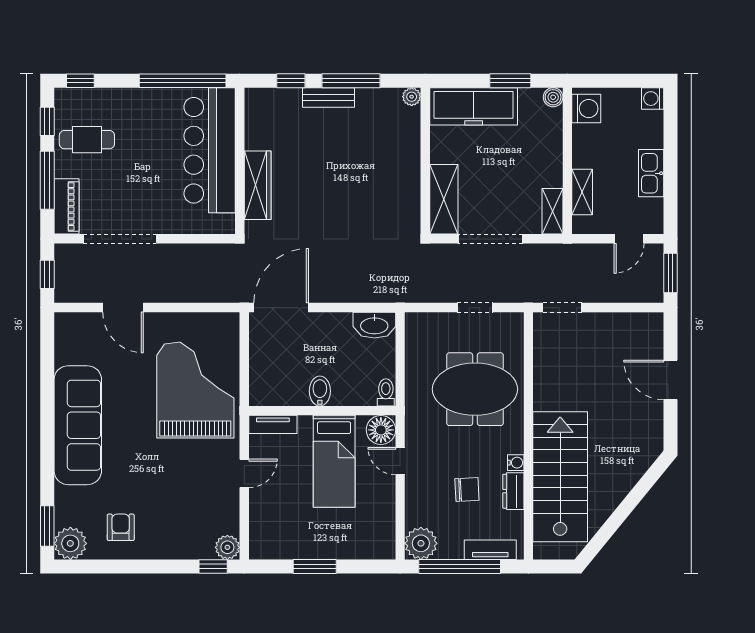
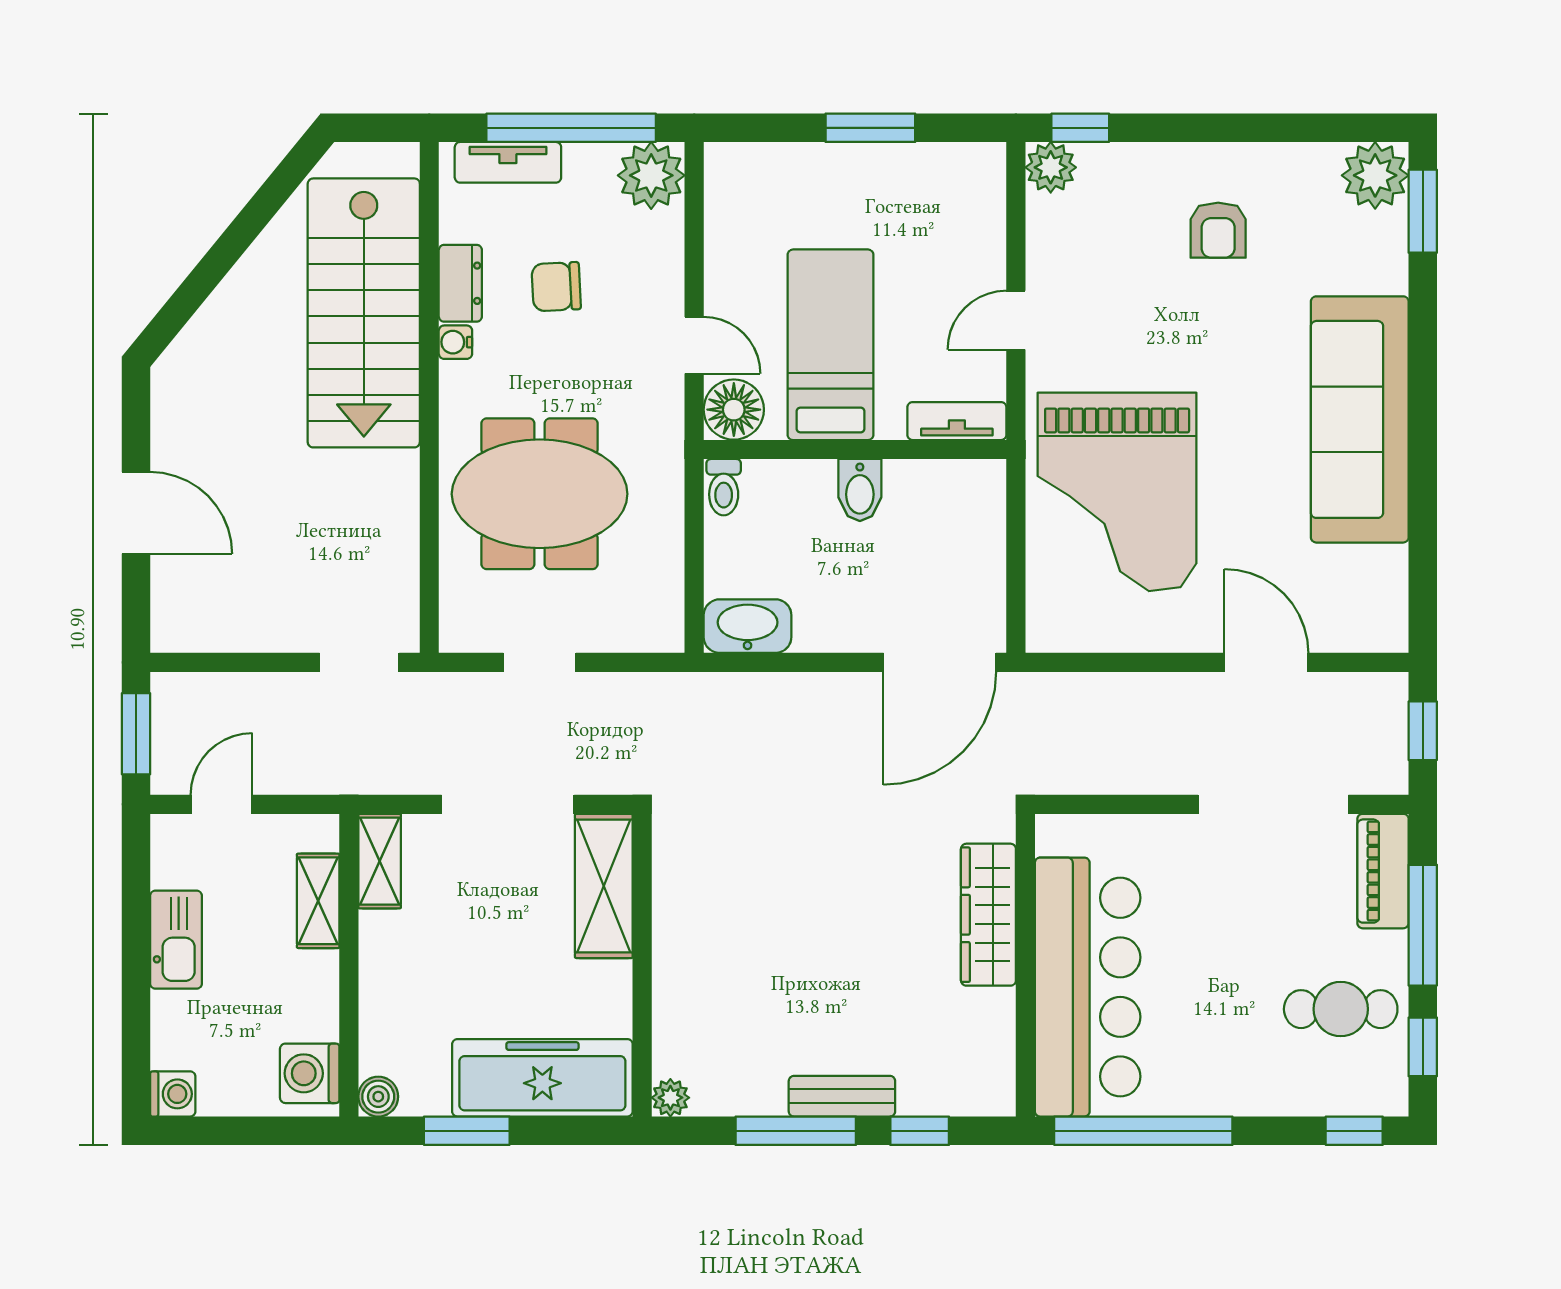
armchair: (121, 527) -> (1218, 230), moved

